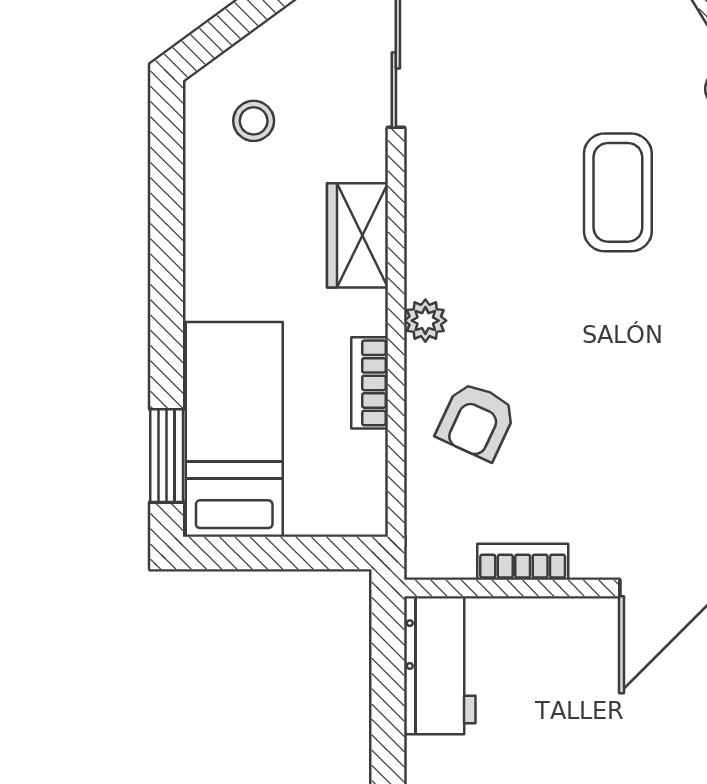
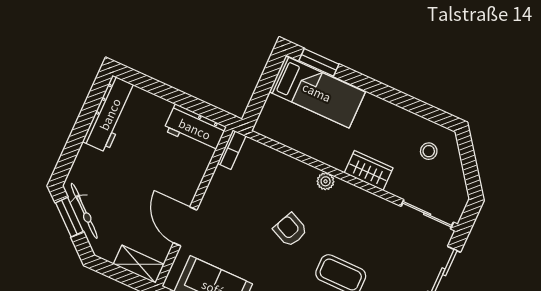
bookcase: (370, 383) -> (312, 150), removed
armchair: (476, 421) -> (290, 230), moved
bookcase: (523, 562) -> (232, 150), moved

